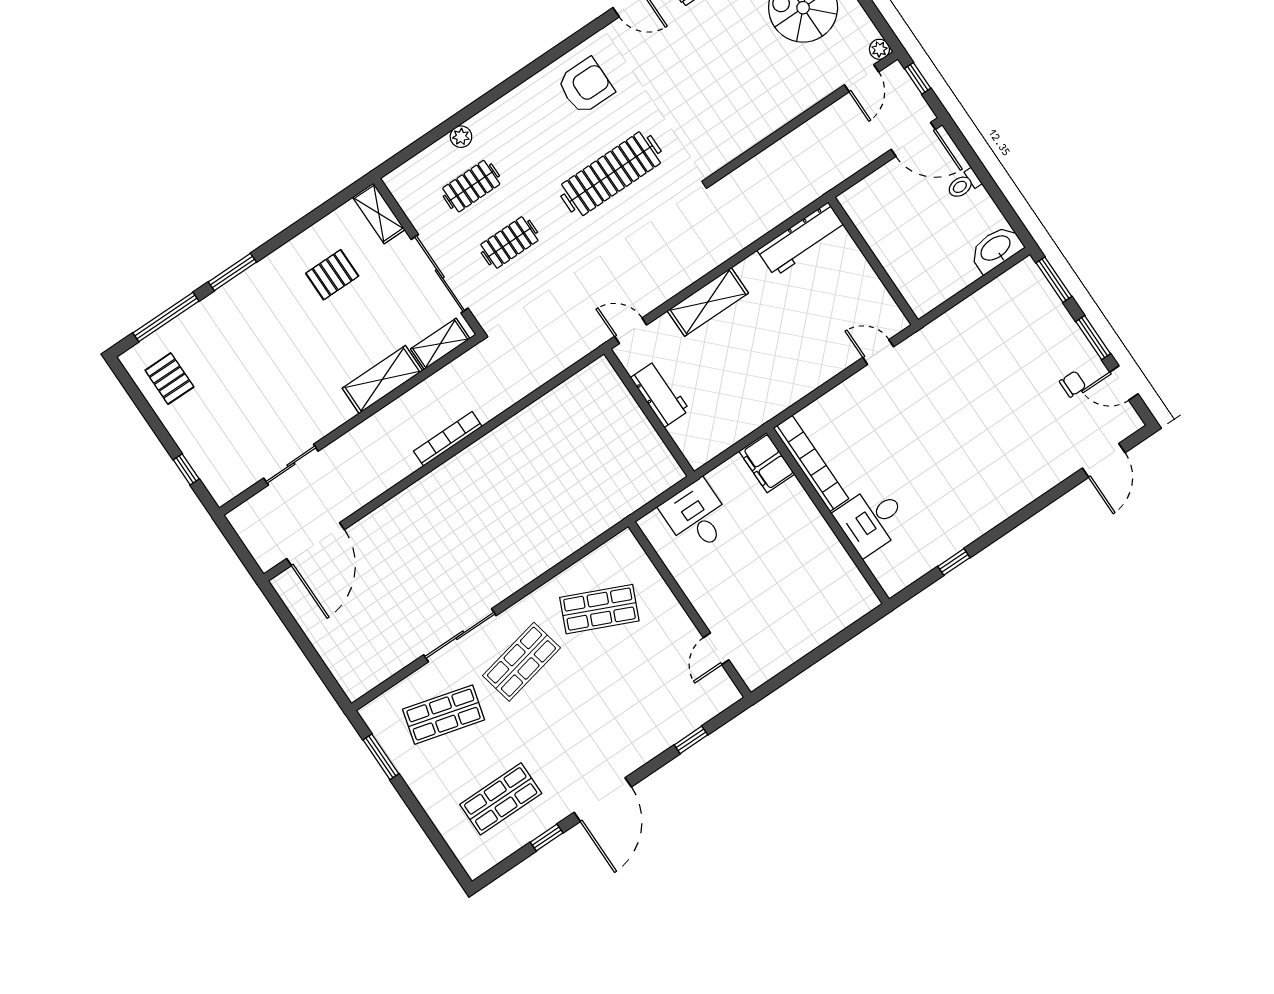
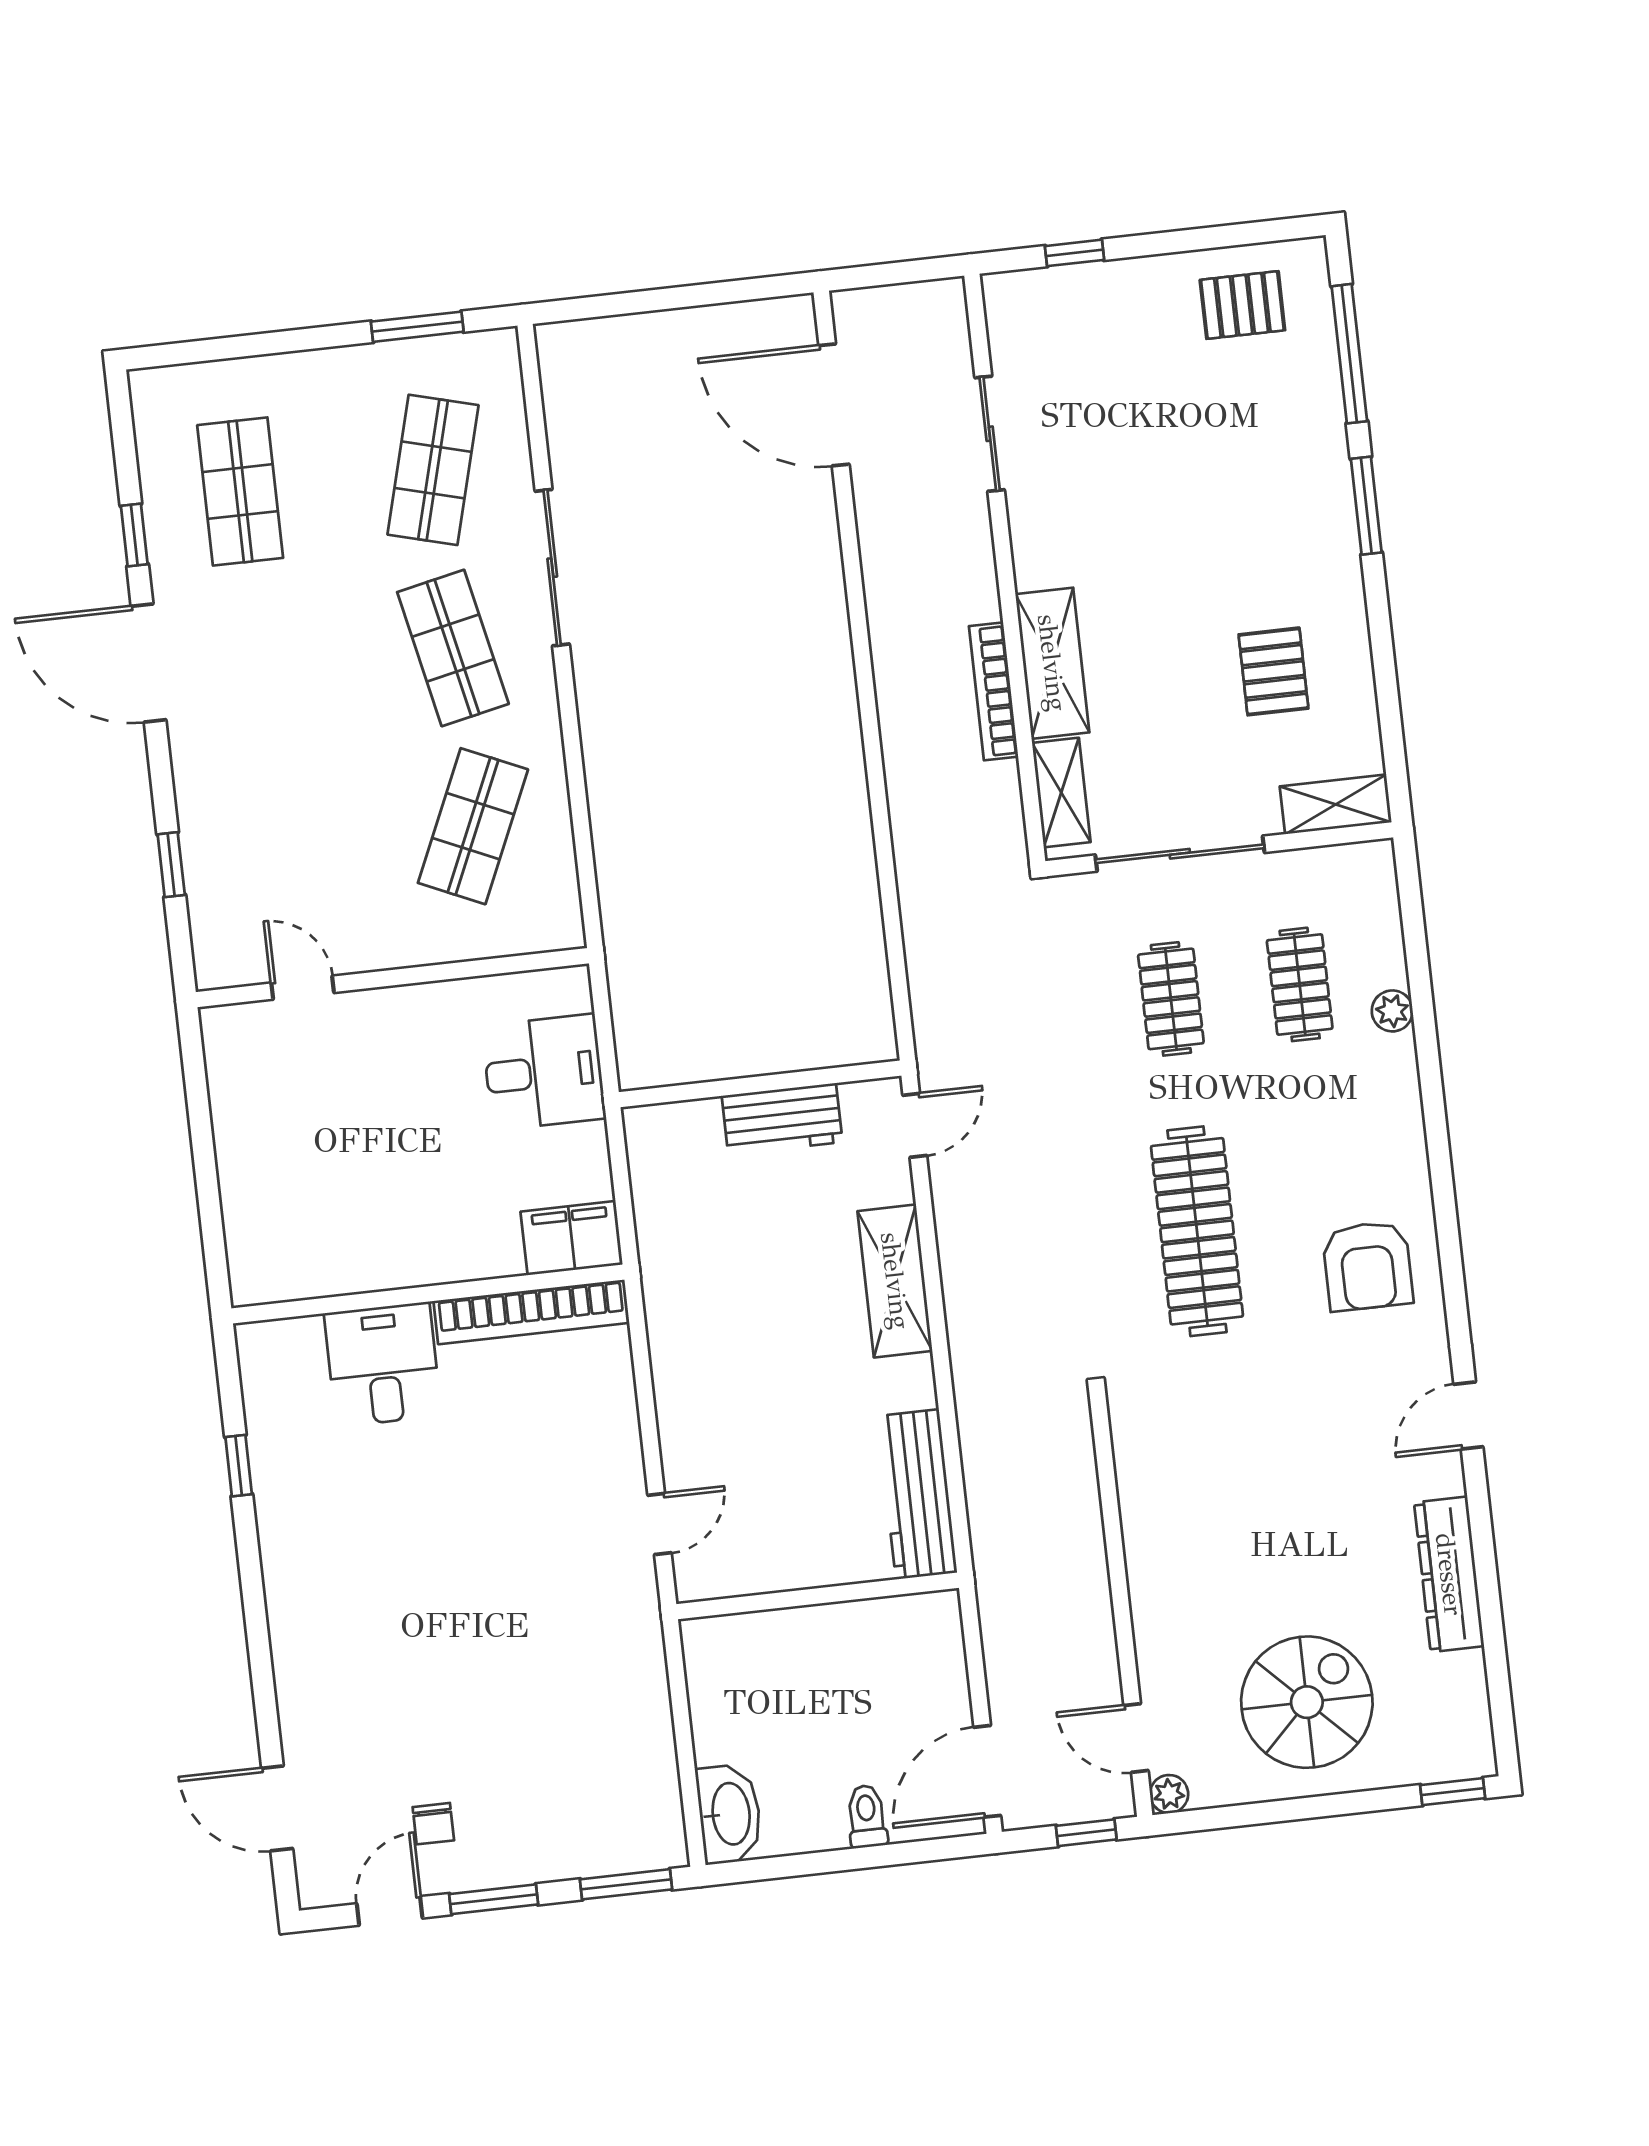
bookcase: (448, 439) -> (994, 691), moved, turned 180

